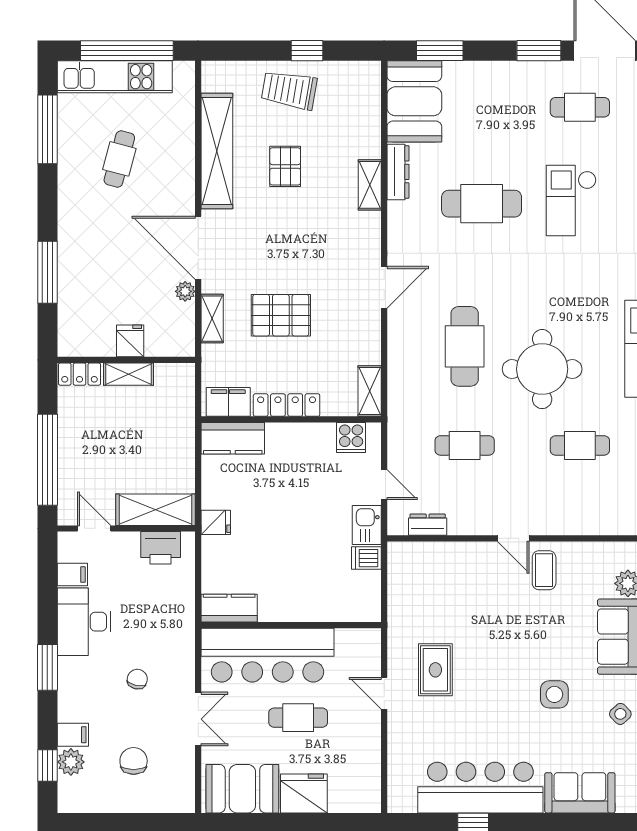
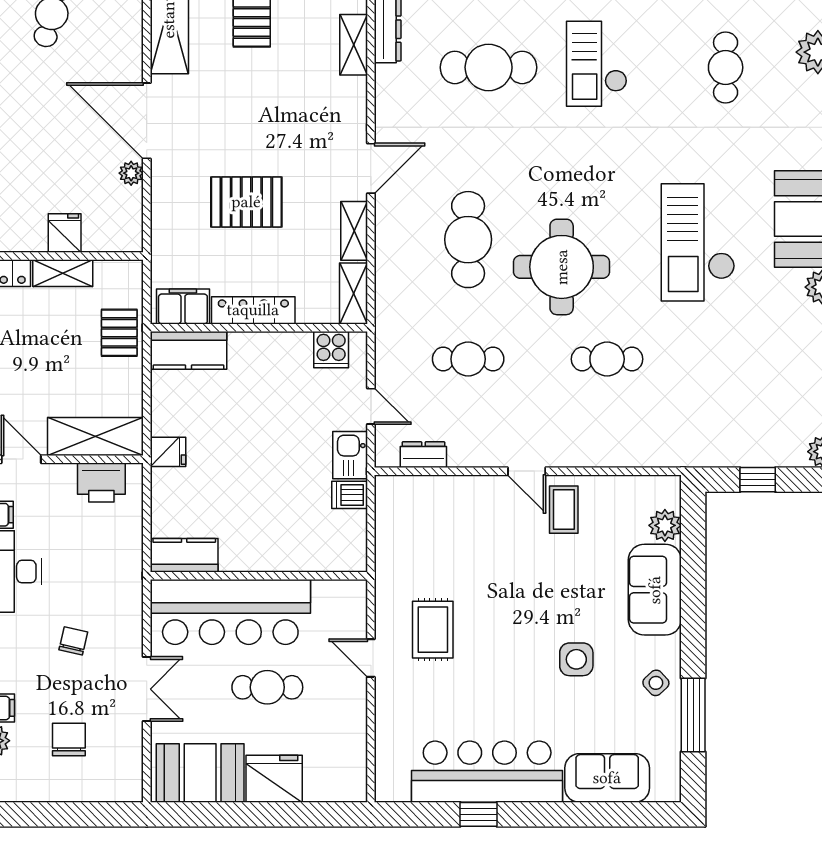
shelving: (212, 319) -> (354, 231), moved
pallet: (175, 424) -> (119, 333), added

